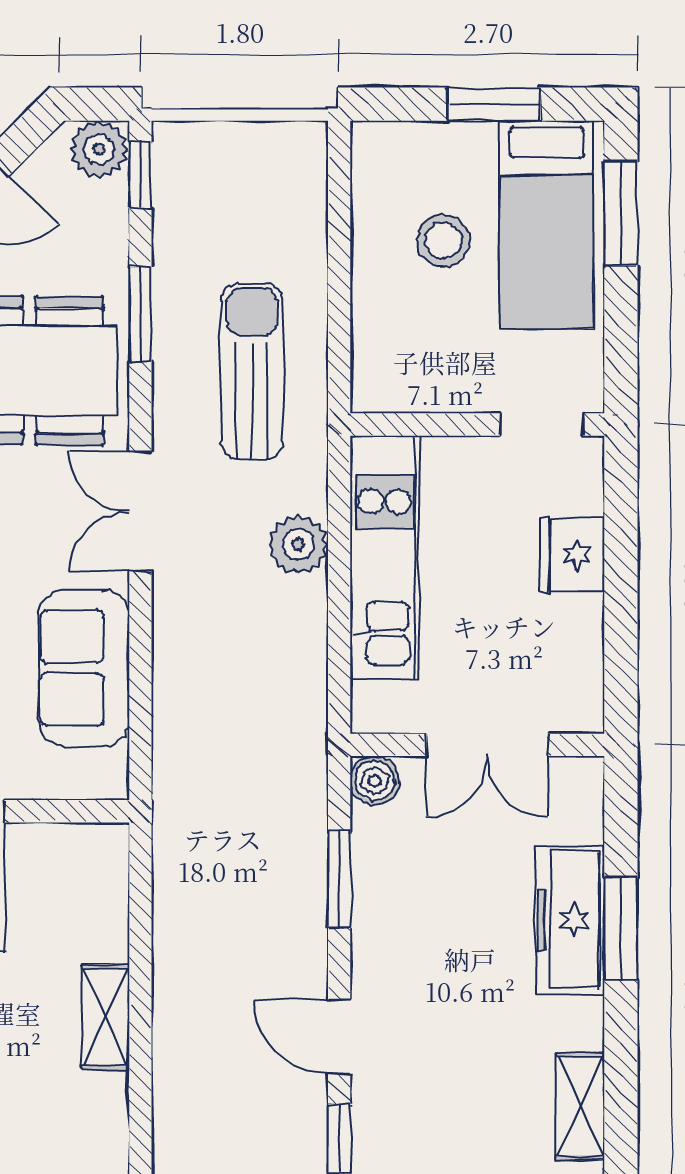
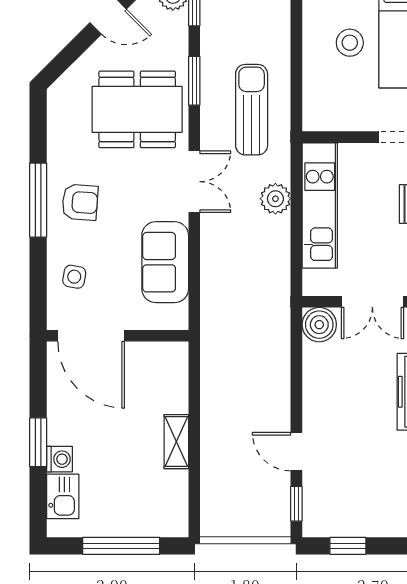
double door: (140, 511) -> (194, 182), swing flipped
boiler: (375, 780) -> (319, 325), width x1.36, depth x1.36
window: (339, 879) -> (296, 371), removed

